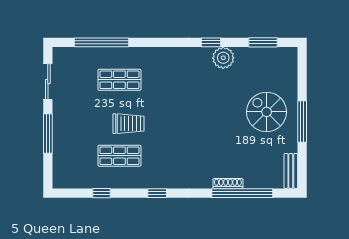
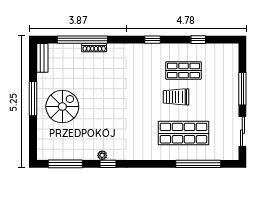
window: (263, 42) -> (65, 164), width x1.44
plant: (223, 58) -> (102, 155), width x0.53, depth x0.53
shop shelf: (119, 80) -> (183, 133), width x1.43, depth x1.36
spiral stairs: (267, 112) -> (62, 107), turned -90

